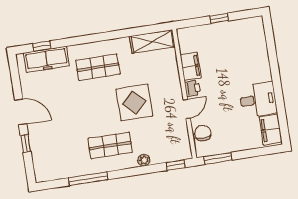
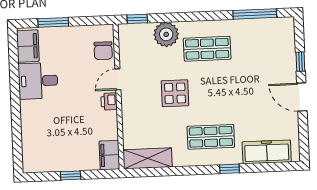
window: (42, 46) -> (229, 169), moved
filing cabinet: (191, 66) -> (109, 155), moved
display table: (134, 102) -> (175, 93), width x0.73, depth x0.73
window: (218, 158) -> (53, 22), moved
plant: (144, 160) -> (166, 34), width x1.88, depth x1.88
window: (88, 179) -> (255, 14), moved

